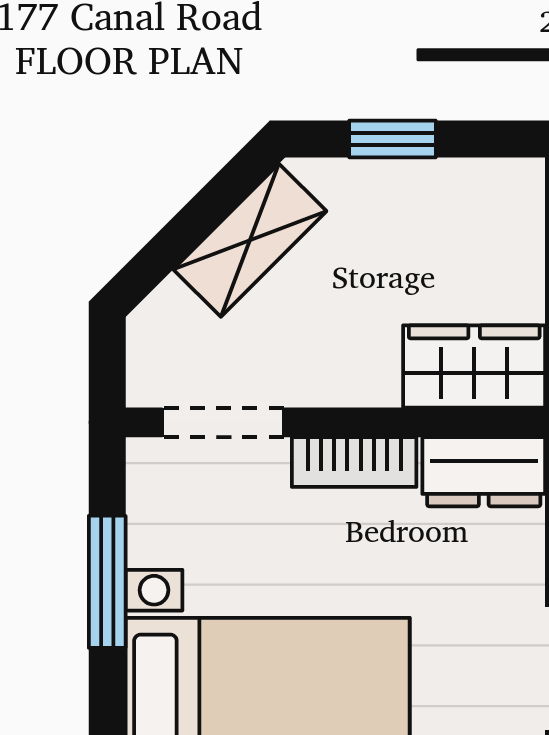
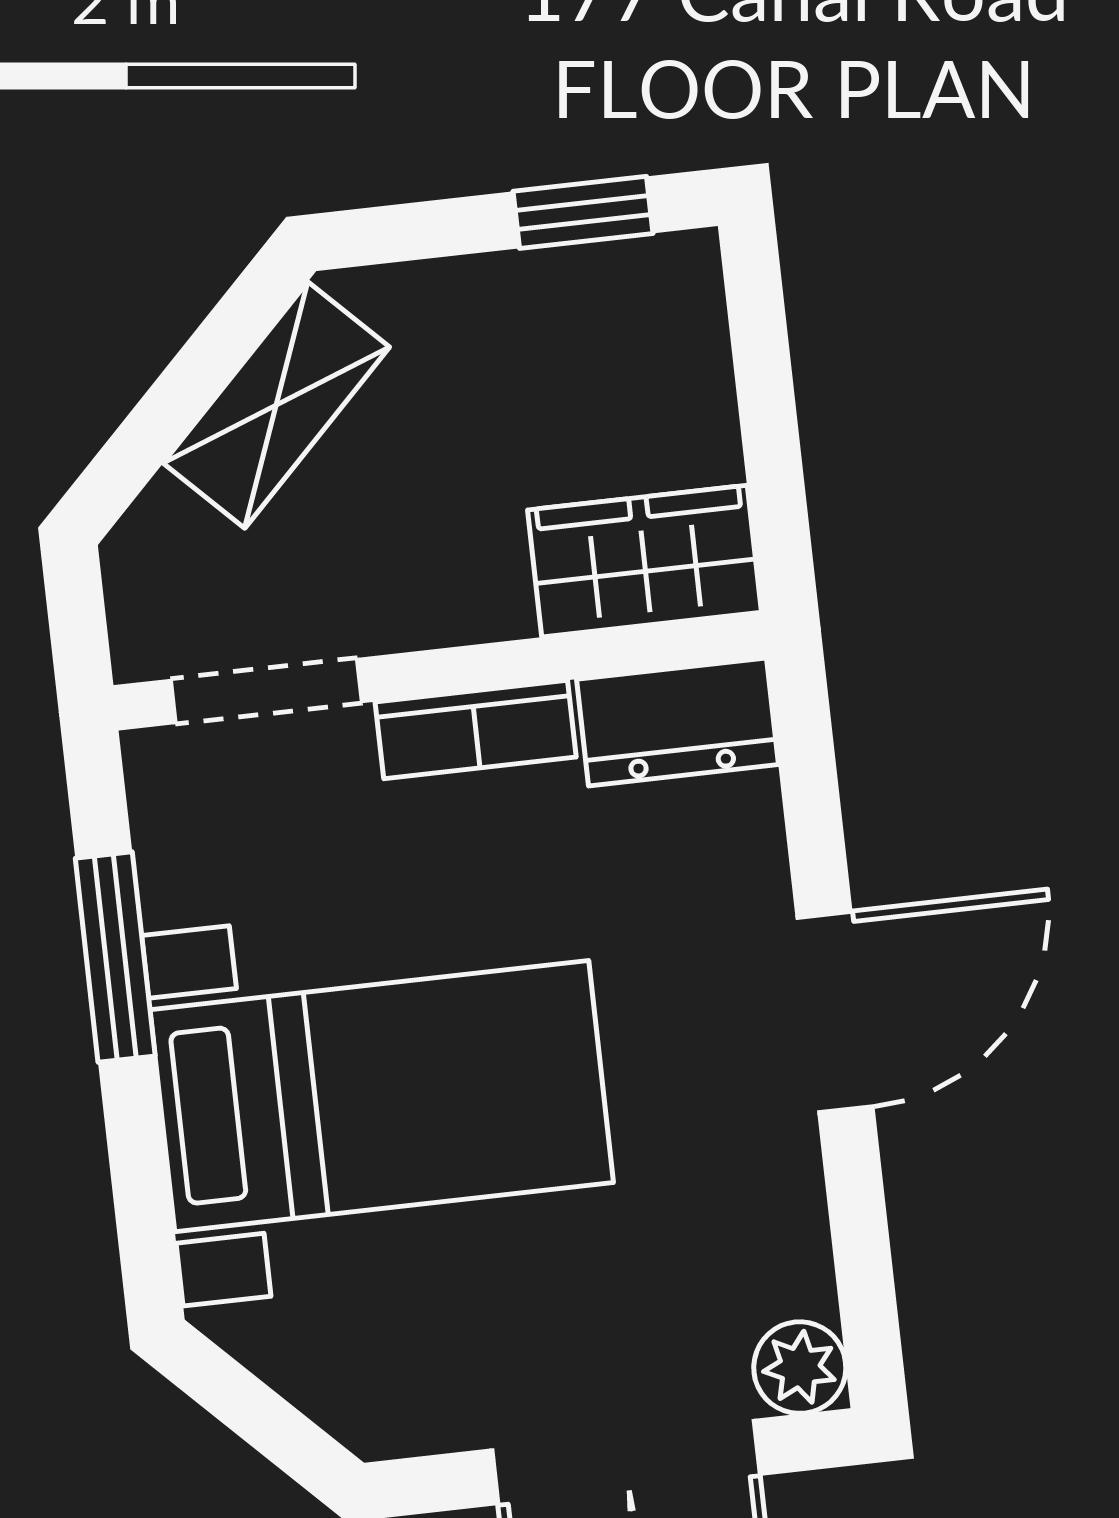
window: (392, 139) -> (583, 212), moved

